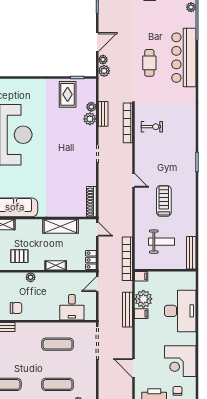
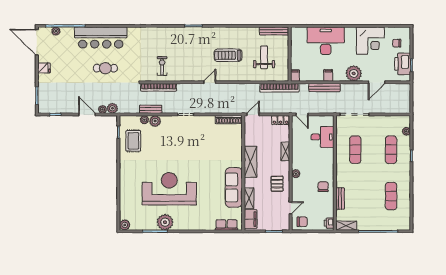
rug: (68, 94) -> (133, 141), turned 90
shelving: (60, 226) -> (251, 162), moved
plant: (143, 299) -> (354, 73), moved

